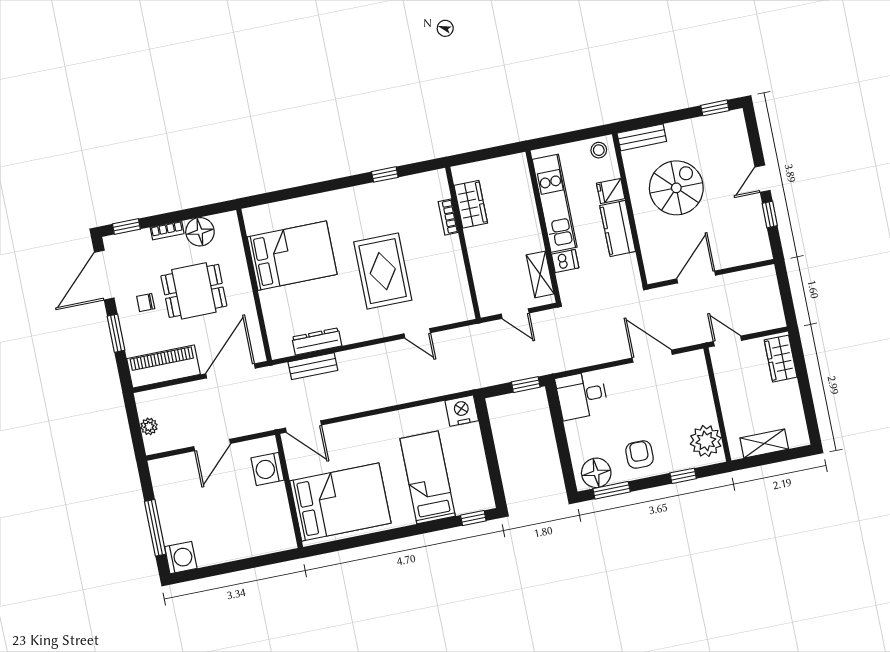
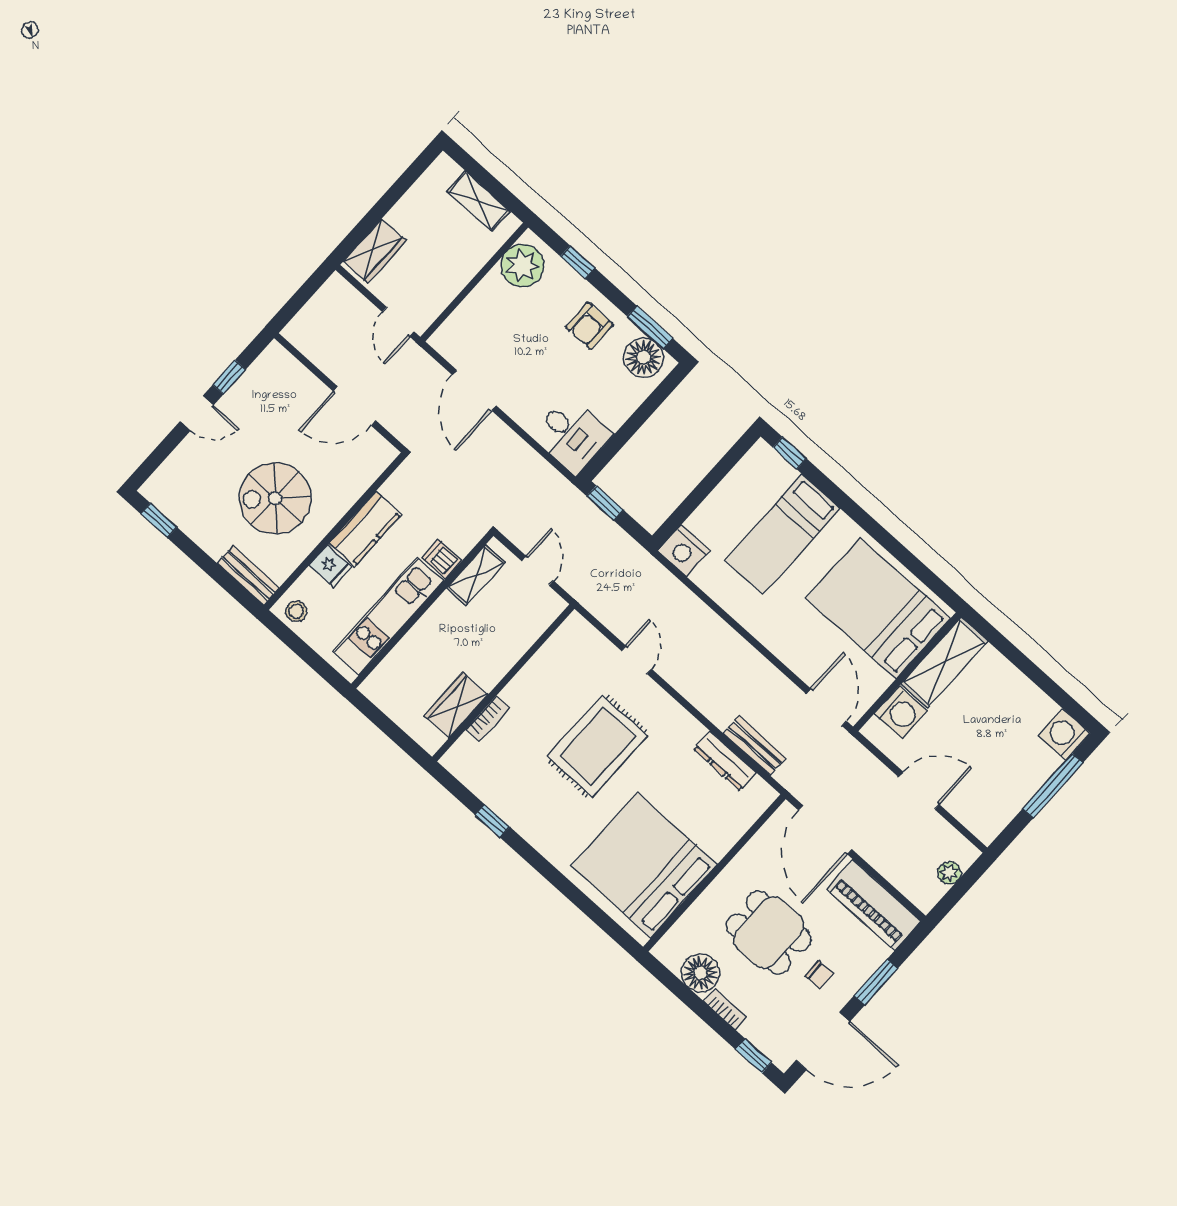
bed: (292, 256) -> (644, 865), width x1.36
door: (231, 371) -> (825, 830), hinge flipped
shelving: (278, 518) -> (944, 662), added

